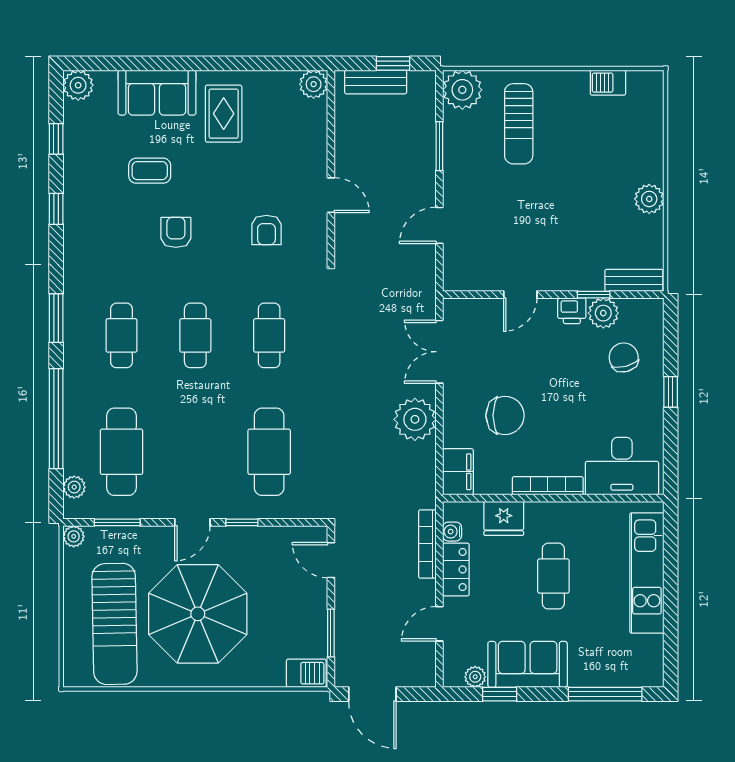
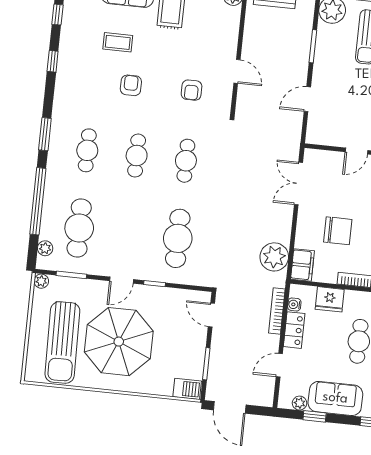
plant: (415, 419) -> (274, 257), moved

